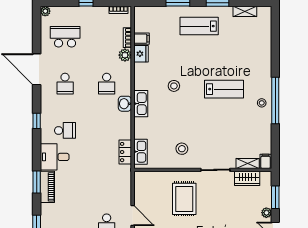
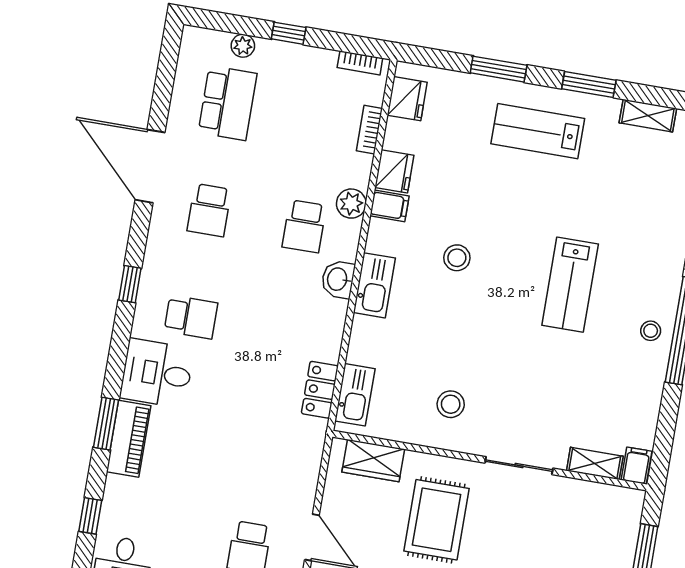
plant: (45, 11) -> (243, 46), moved
fridge: (141, 22) -> (407, 99), added
school desk: (65, 37) -> (228, 103), turned 90
filing cabinet: (141, 39) -> (389, 206), moved
plant: (125, 55) -> (351, 204), moved
lab bench: (224, 89) -> (570, 285), turned 90
wardrobe: (247, 178) -> (373, 461), moved

